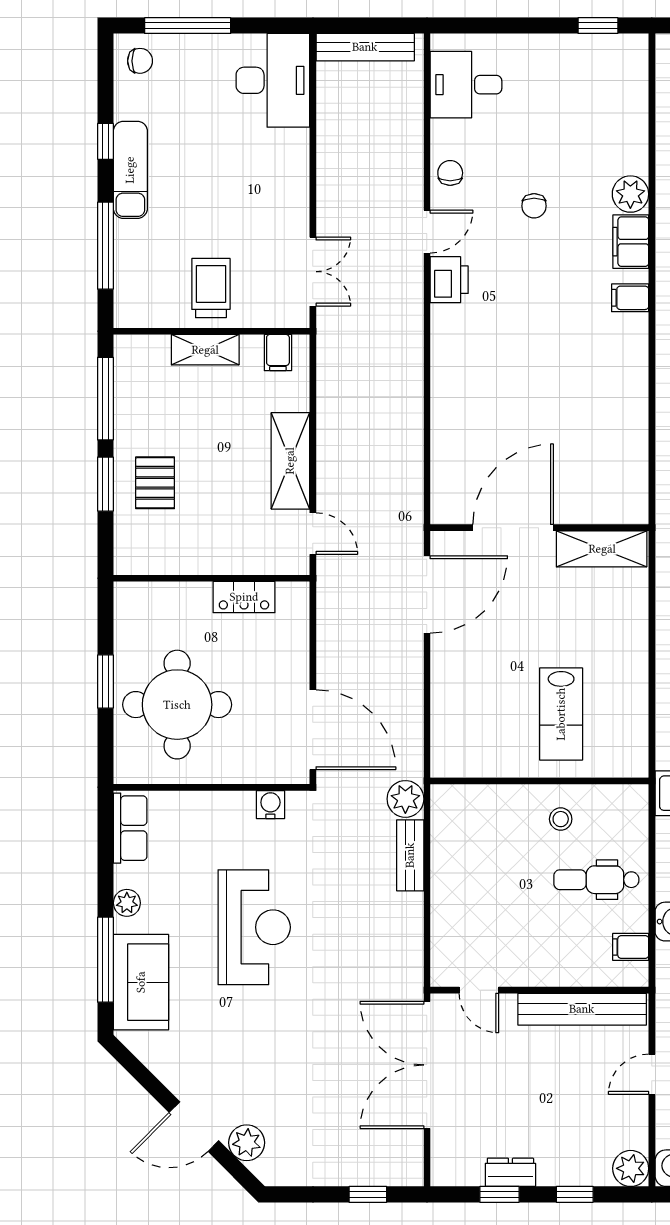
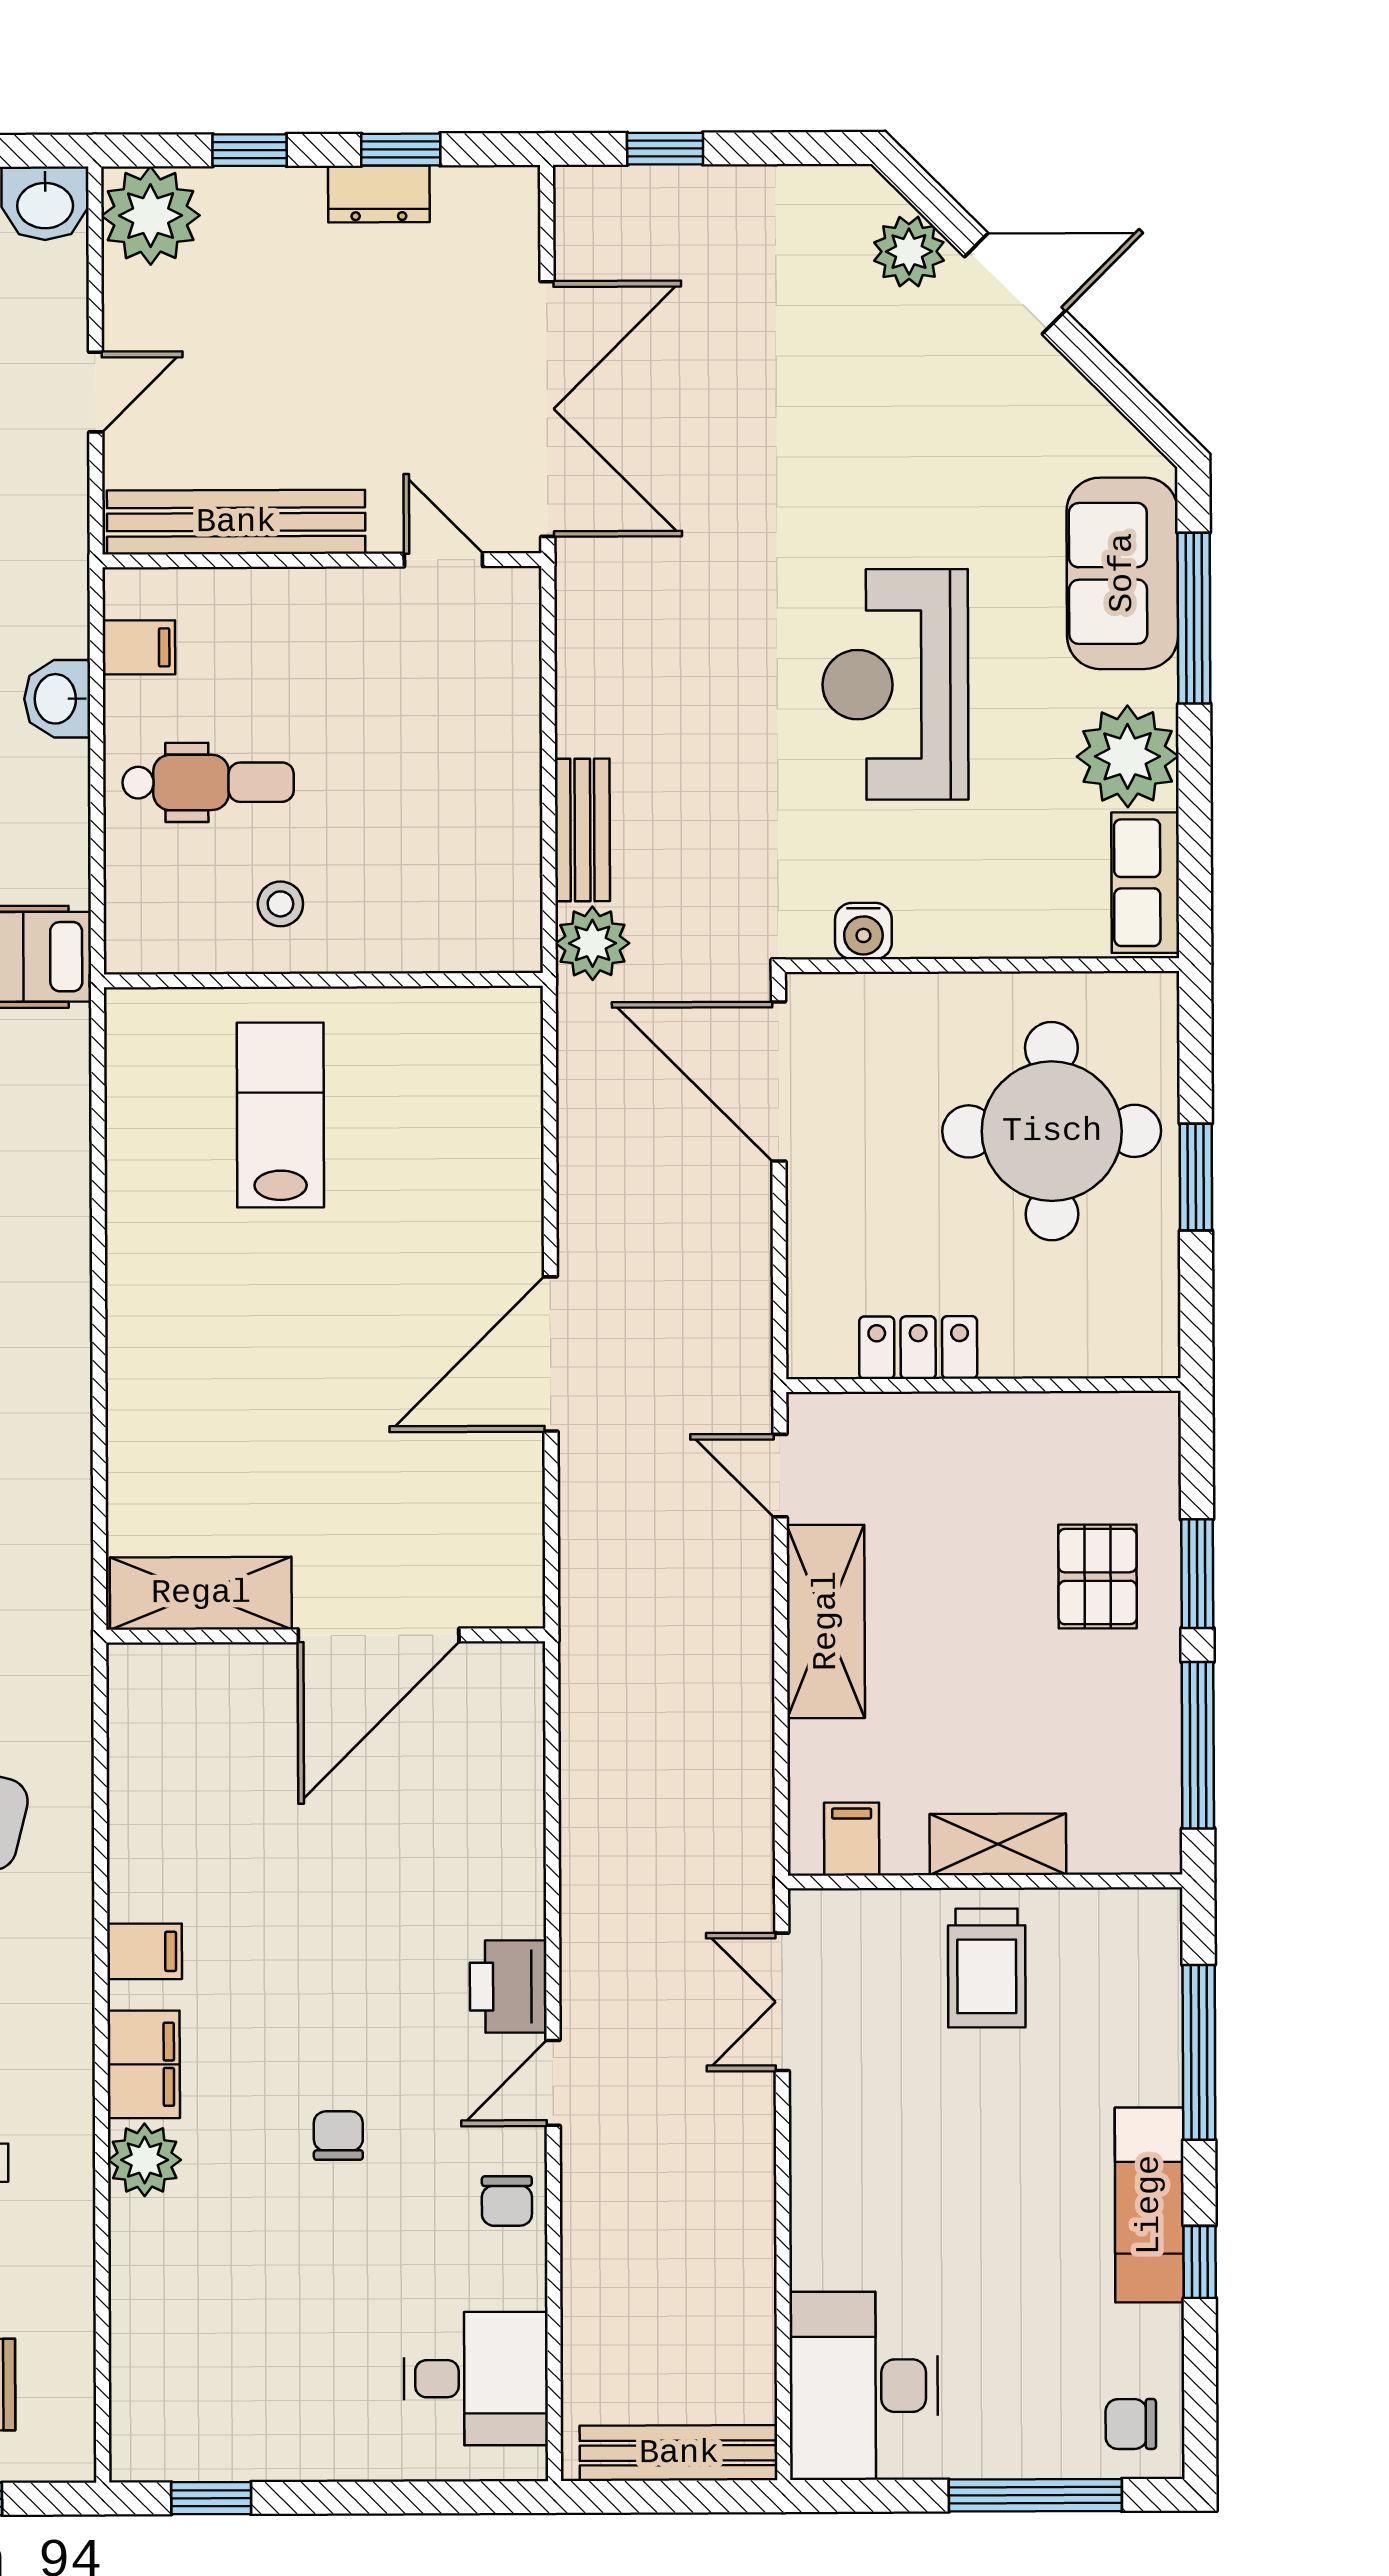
door: (513, 528) -> (379, 1635), moved
wall: (539, 528) -> (326, 1636), moved
shelving: (602, 549) -> (201, 1593), moved
plant: (127, 903) -> (1128, 756), width x1.87, depth x1.87
plant: (631, 1168) -> (151, 216), width x1.36, depth x1.36

